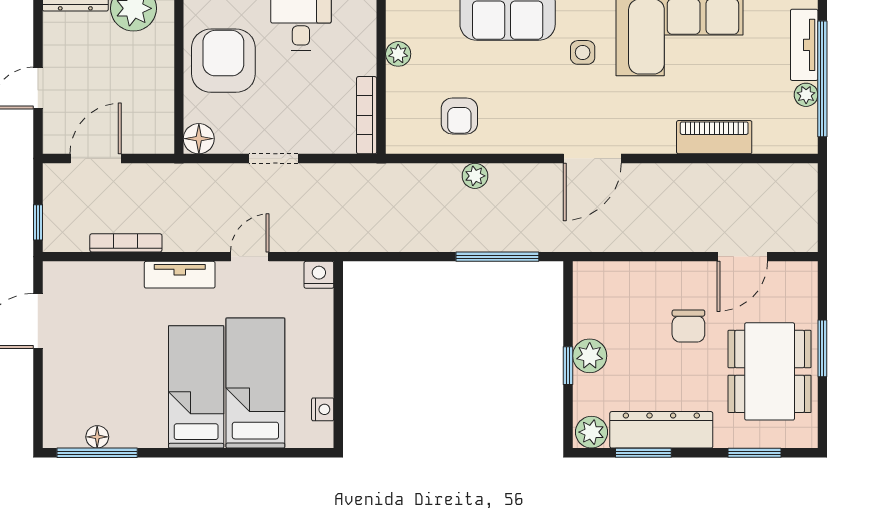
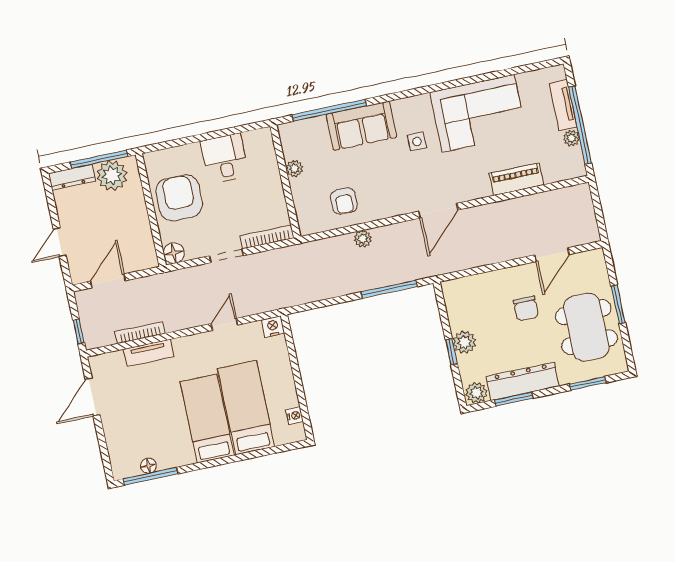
bookcase: (367, 115) -> (267, 237), moved, turned 90
tv unit: (180, 275) -> (149, 353), moved

